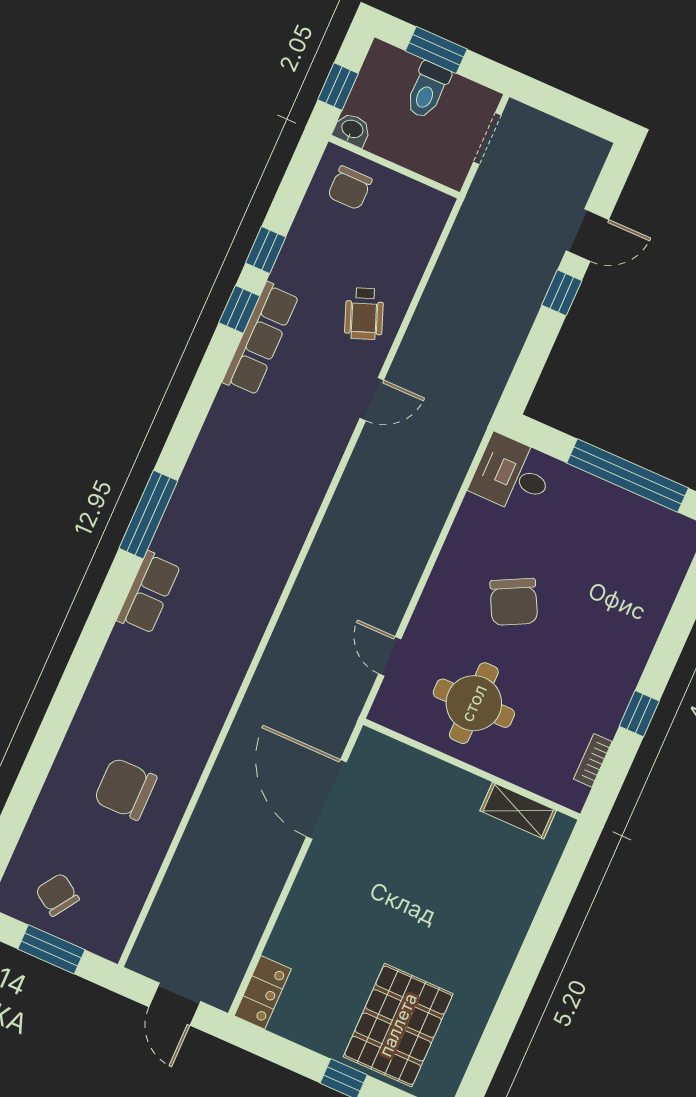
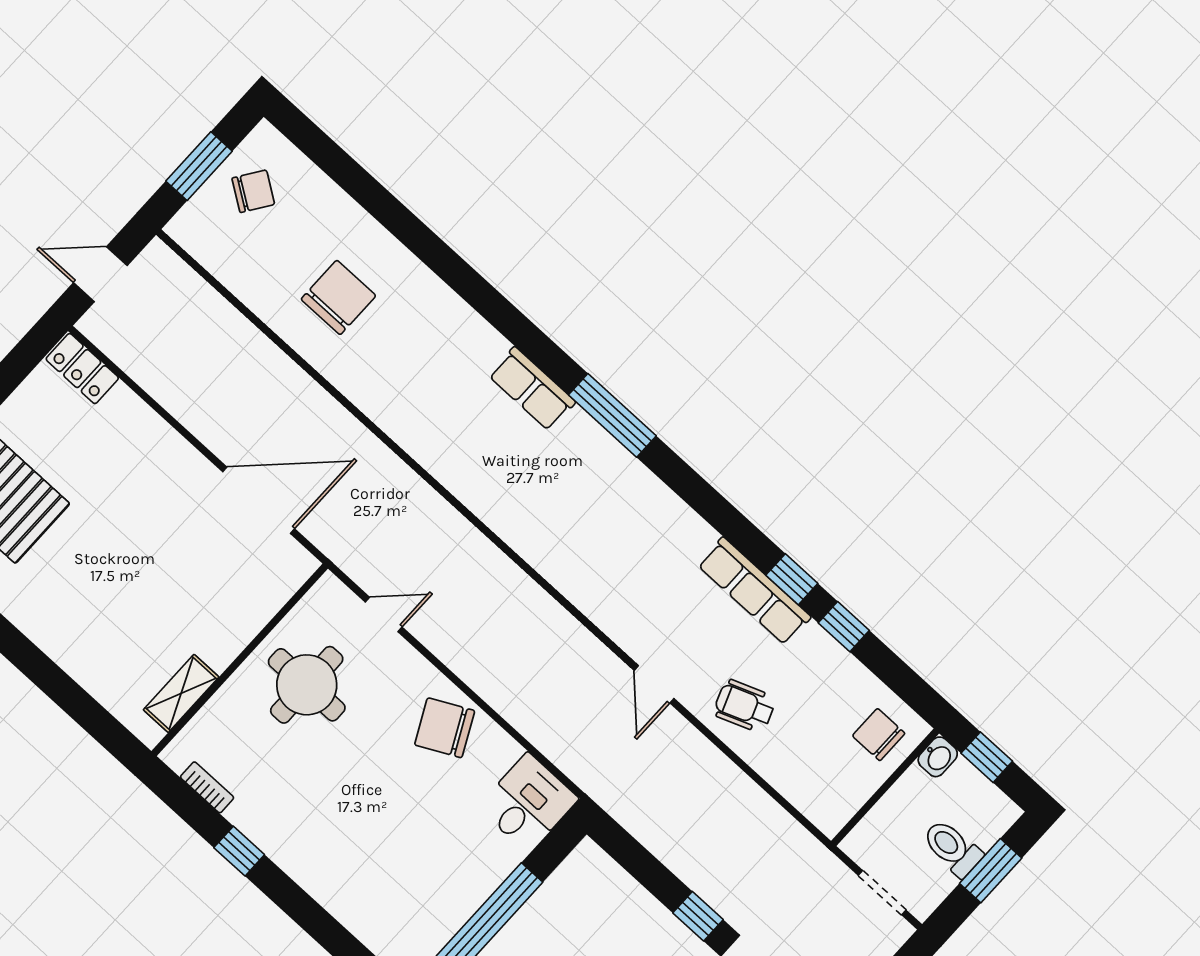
chair: (514, 602) -> (445, 728), moved

